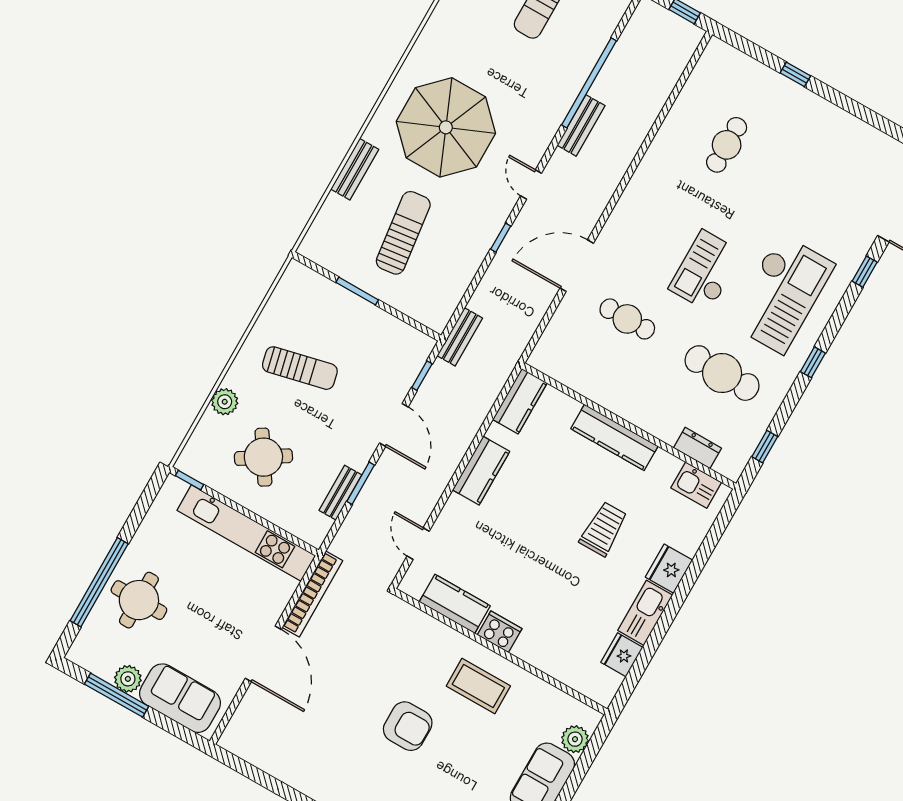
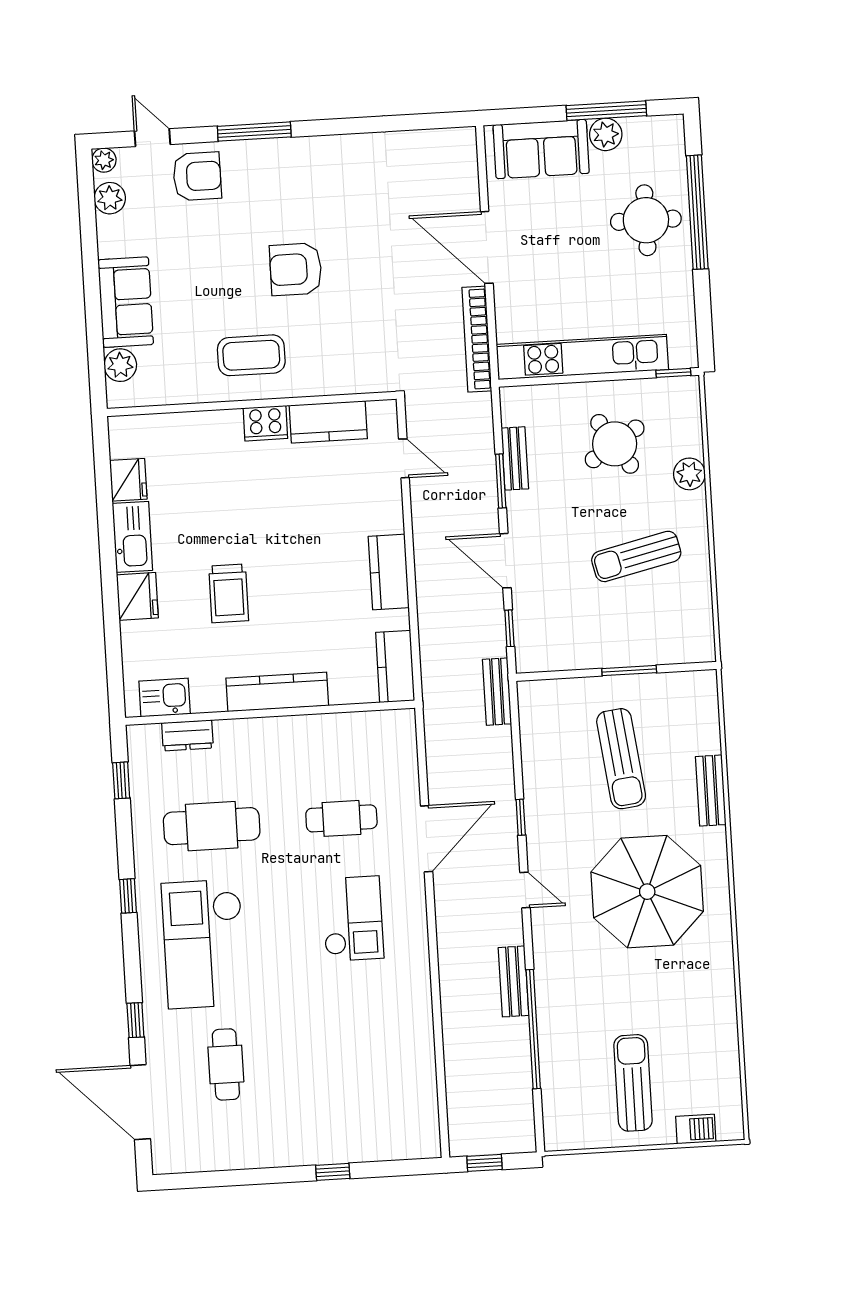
cafe table: (727, 145) -> (226, 1064), moved
checkout: (706, 271) -> (353, 919), moved

